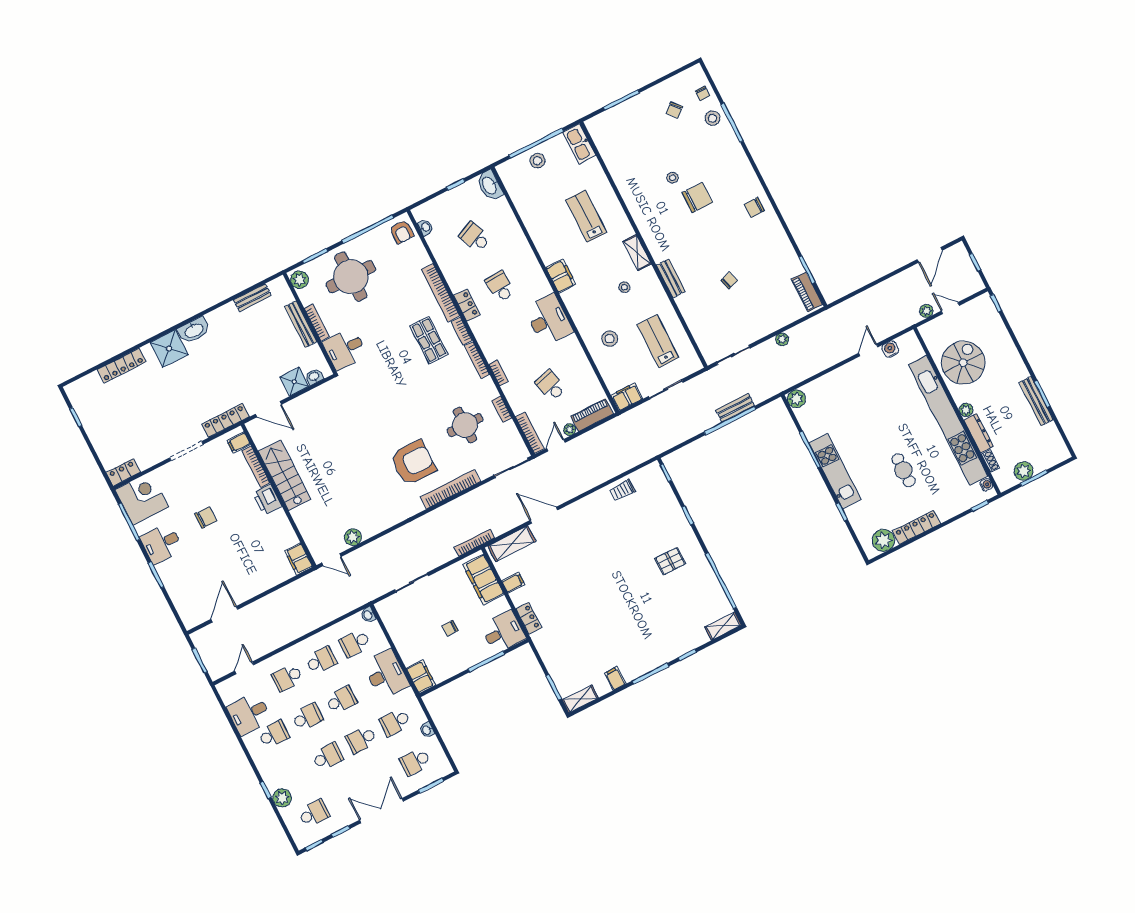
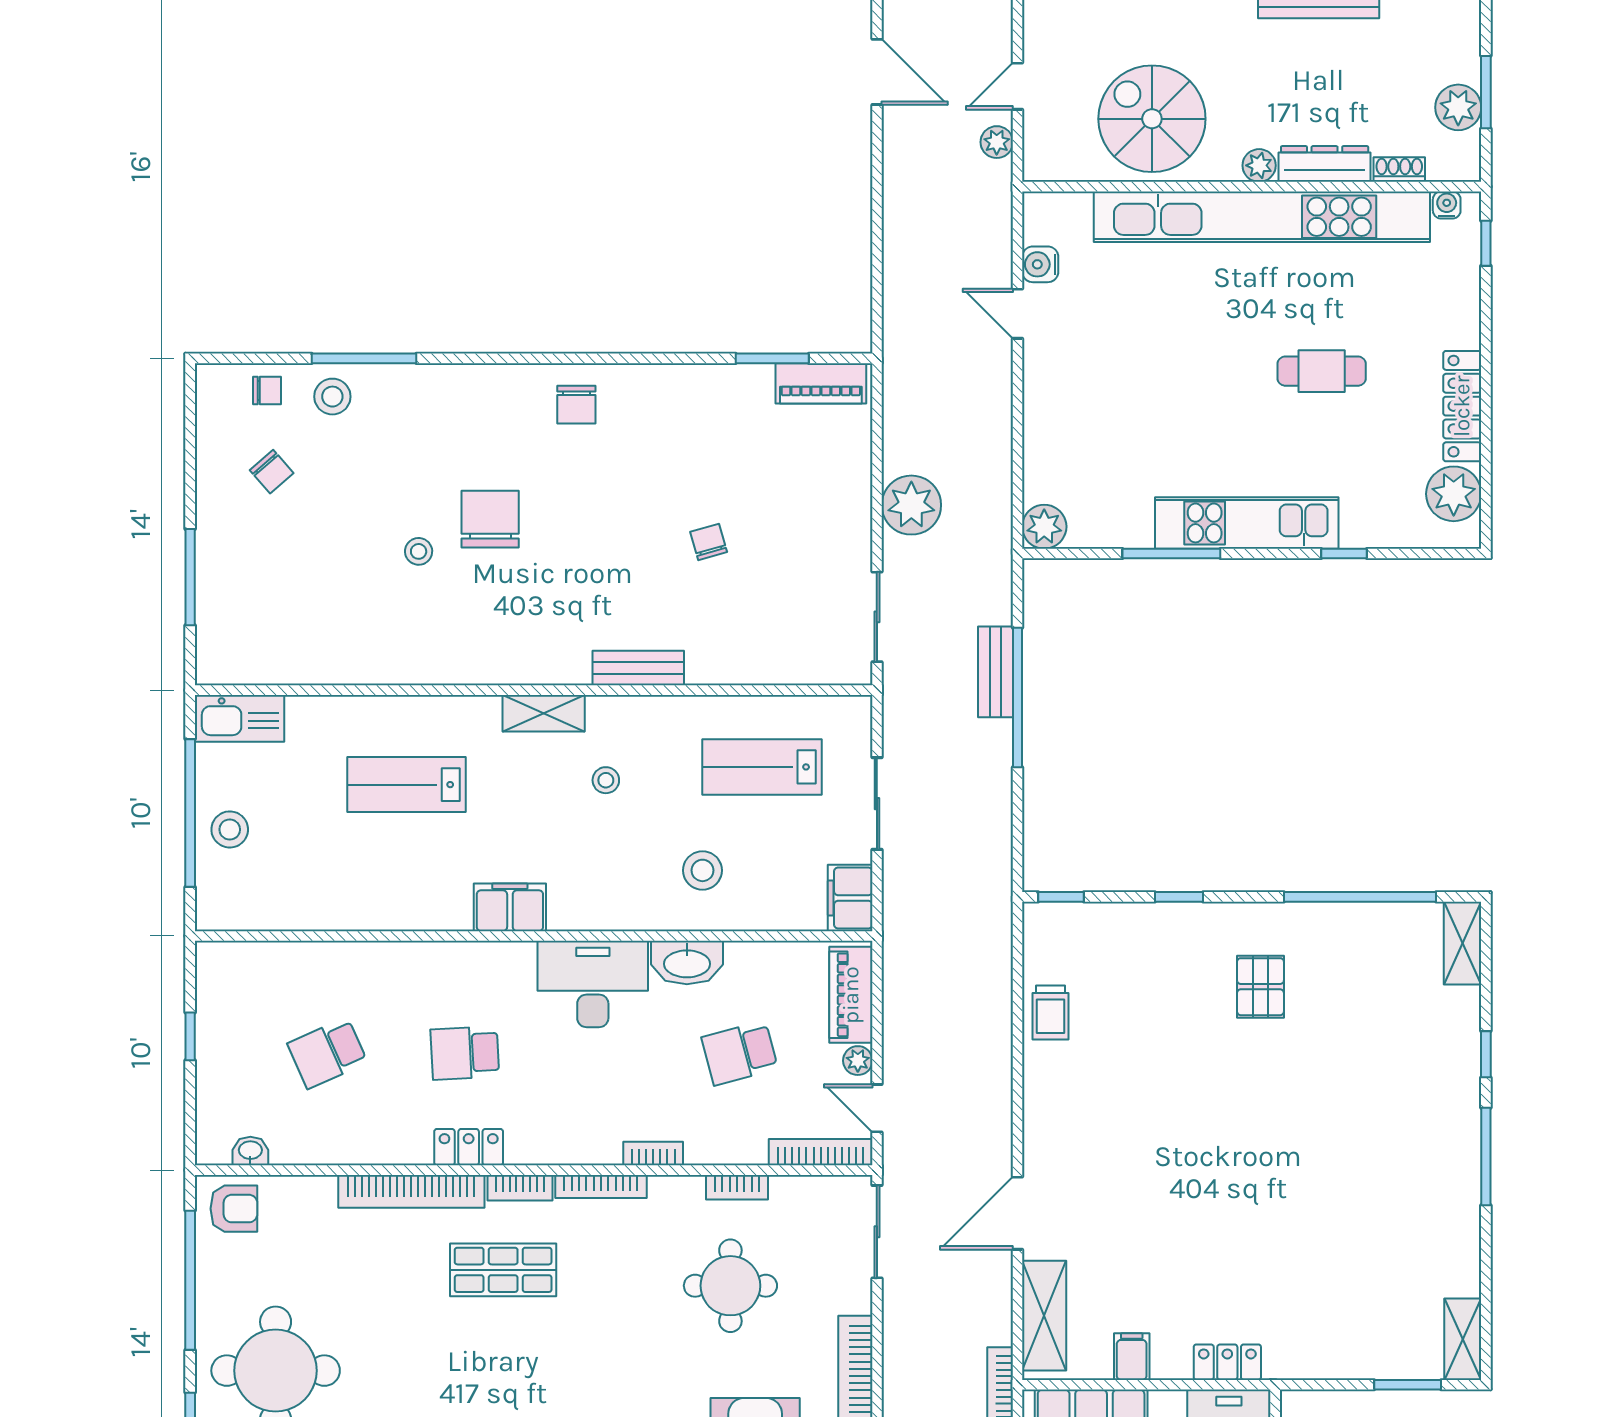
washbasin: (490, 185) -> (687, 963), moved
plant: (782, 339) -> (911, 505), width x1.88, depth x1.88
filing cabinet: (615, 679) -> (1457, 1240), removed

